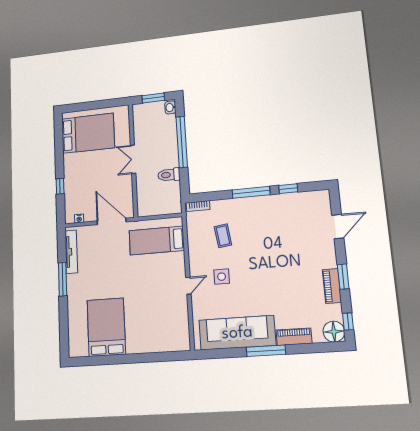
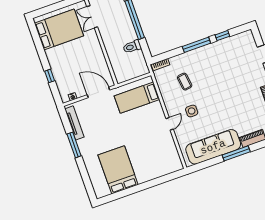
double door: (133, 159) -> (92, 17), moved

